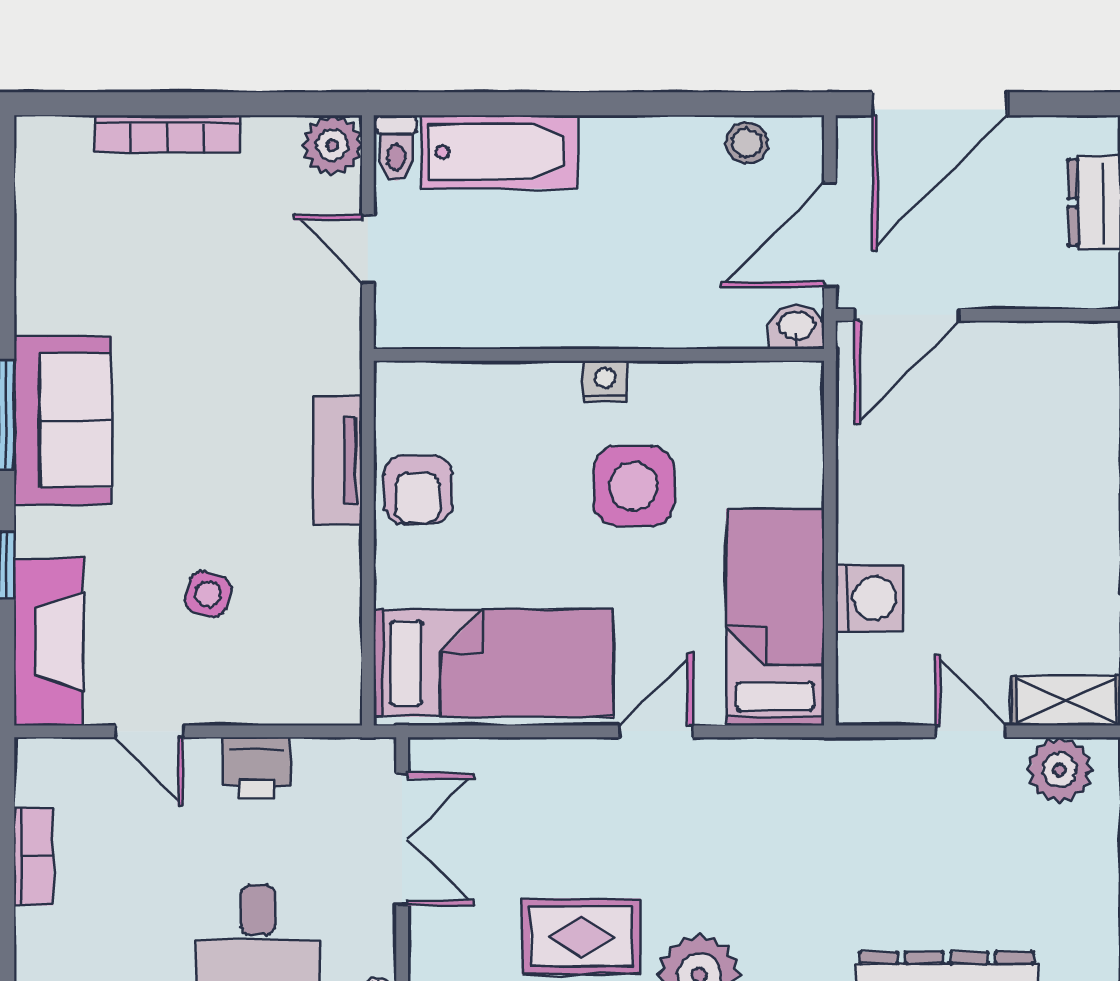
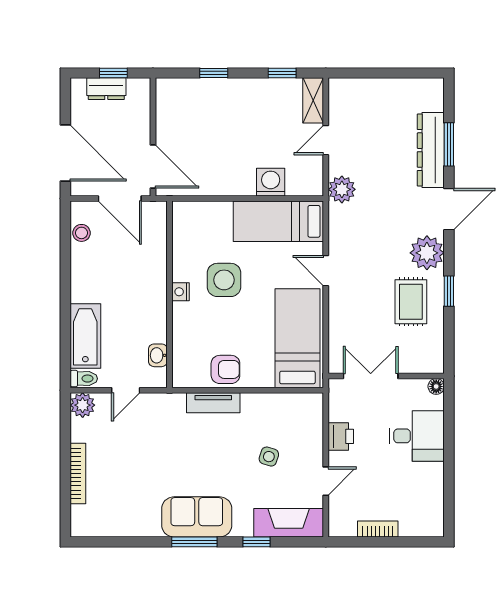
washbasin: (797, 327) -> (158, 355), moved
plant: (1060, 770) -> (342, 189), moved

